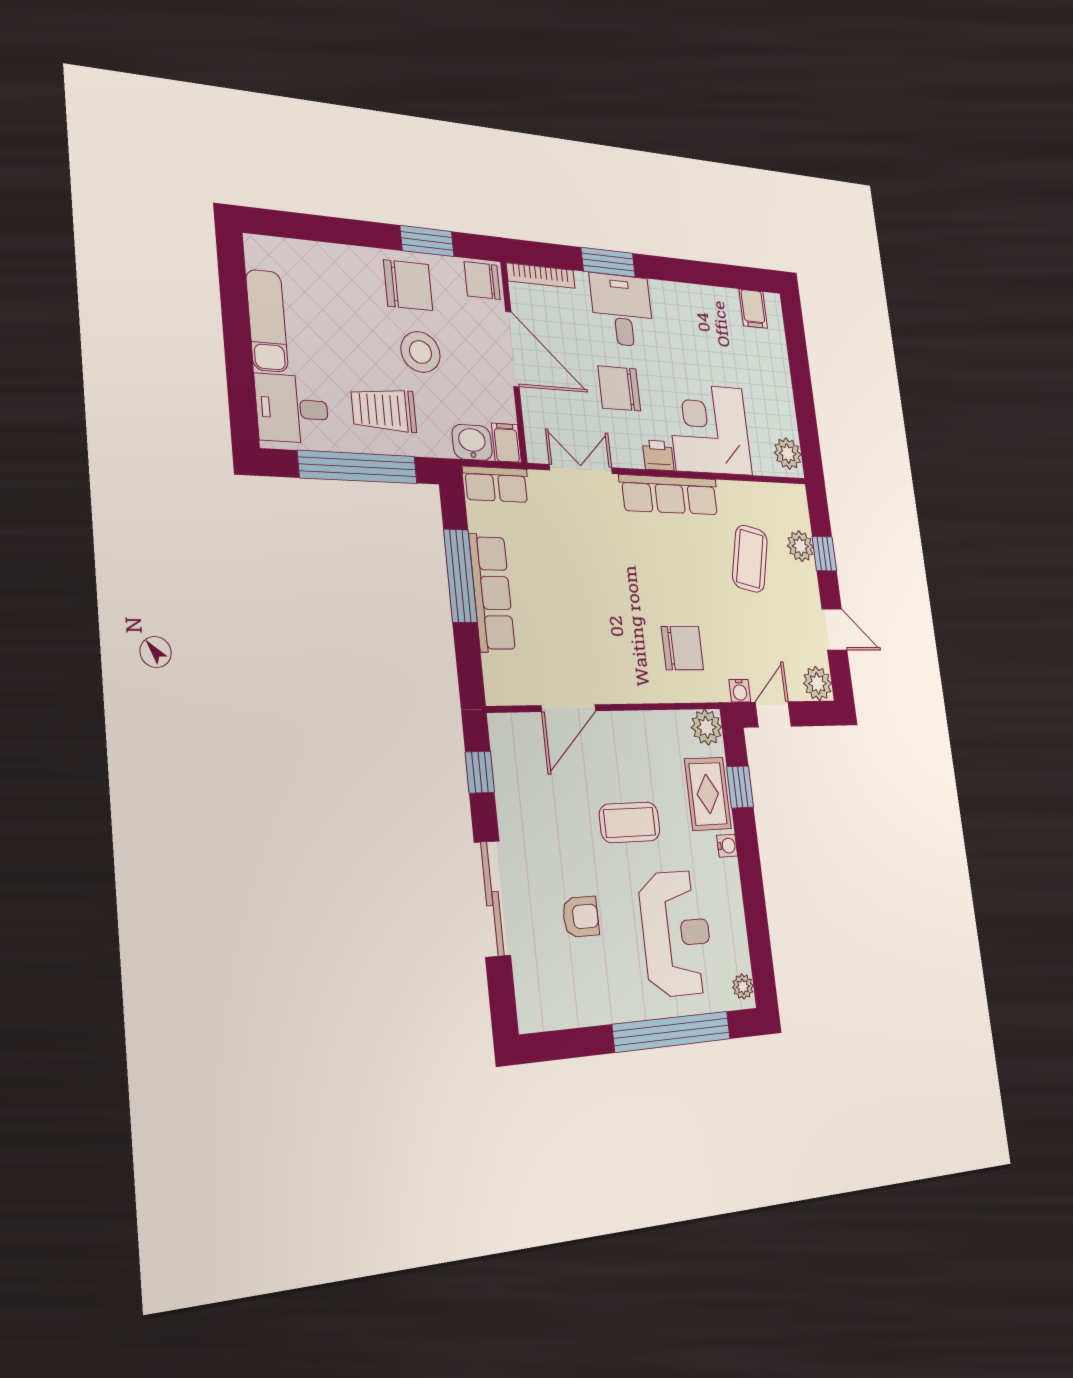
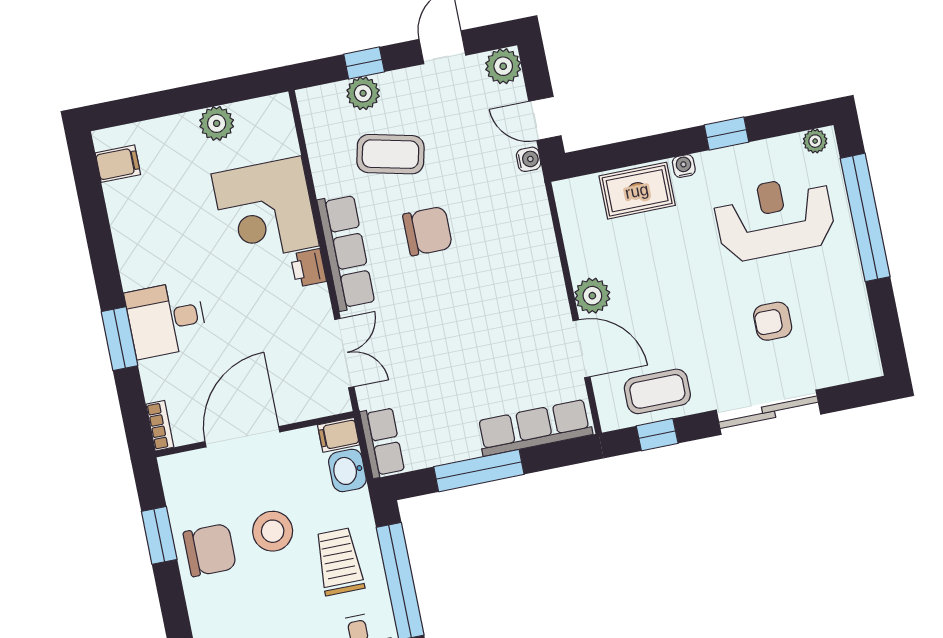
bookcase: (541, 276) -> (160, 426), width x0.64
chair: (482, 281) -> (182, 475), removed
chair: (408, 285) -> (210, 550), turned 90
chair: (619, 389) -> (250, 317), removed
trolley: (384, 410) -> (339, 562), turned 180
plant: (788, 454) -> (217, 123), moved
double door: (581, 469) -> (344, 353), swing flipped
row of seats: (492, 593) -> (535, 428), moved
chair: (682, 648) -> (428, 231), moved, turned 90
plant: (707, 727) -> (592, 296), moved
window: (740, 787) -> (727, 134), moved
coffee table: (630, 822) -> (657, 391), moved, turned 90
armchair: (581, 917) -> (773, 321), turned -90

